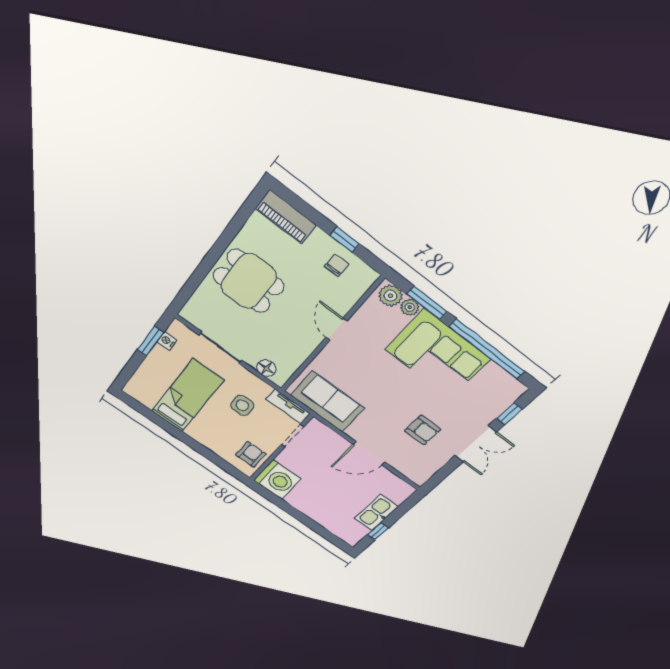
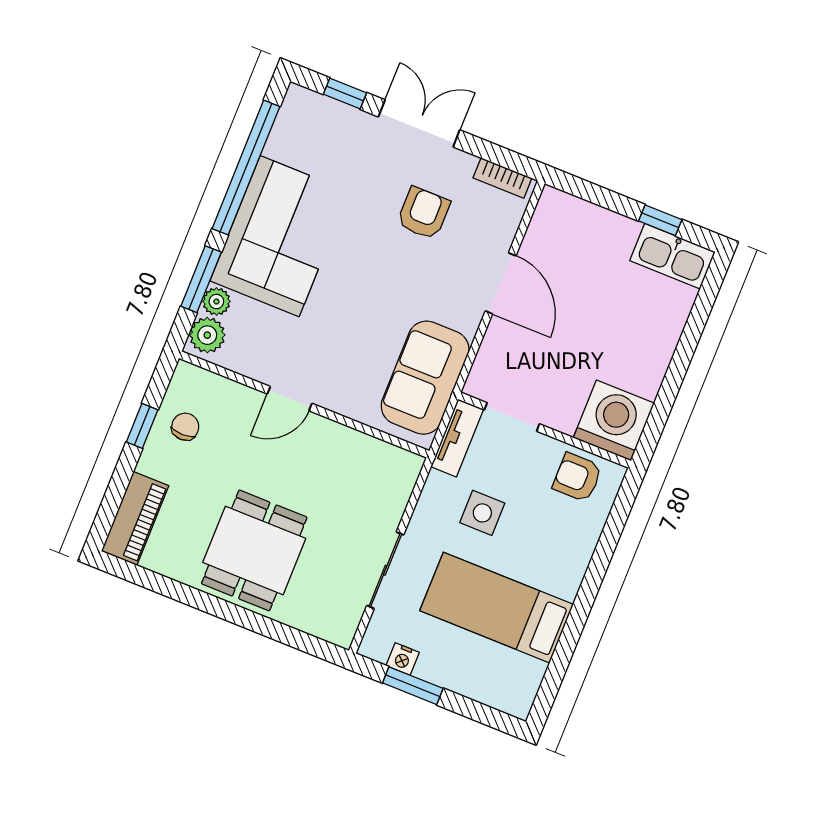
chair: (337, 265) -> (185, 427), turned 90
floor lamp: (266, 368) -> (397, 489), removed
bookcase: (428, 472) -> (502, 178), added
kitchen sink: (376, 513) -> (672, 256), moved

